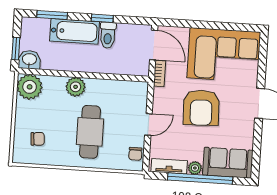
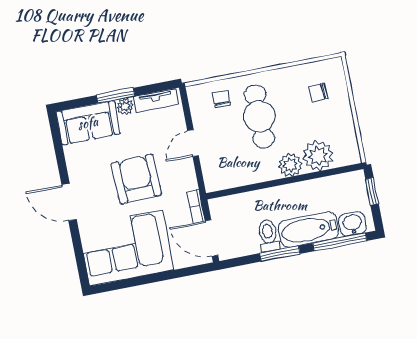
window: (52, 15) -> (340, 242), width x1.44
window: (102, 18) -> (280, 254), width x1.50
washbasin: (29, 60) -> (352, 224), moved, turned 180
plant: (30, 87) -> (318, 156), moved
chair: (135, 154) -> (221, 99), moved
window: (200, 179) -> (116, 96), width x0.47

